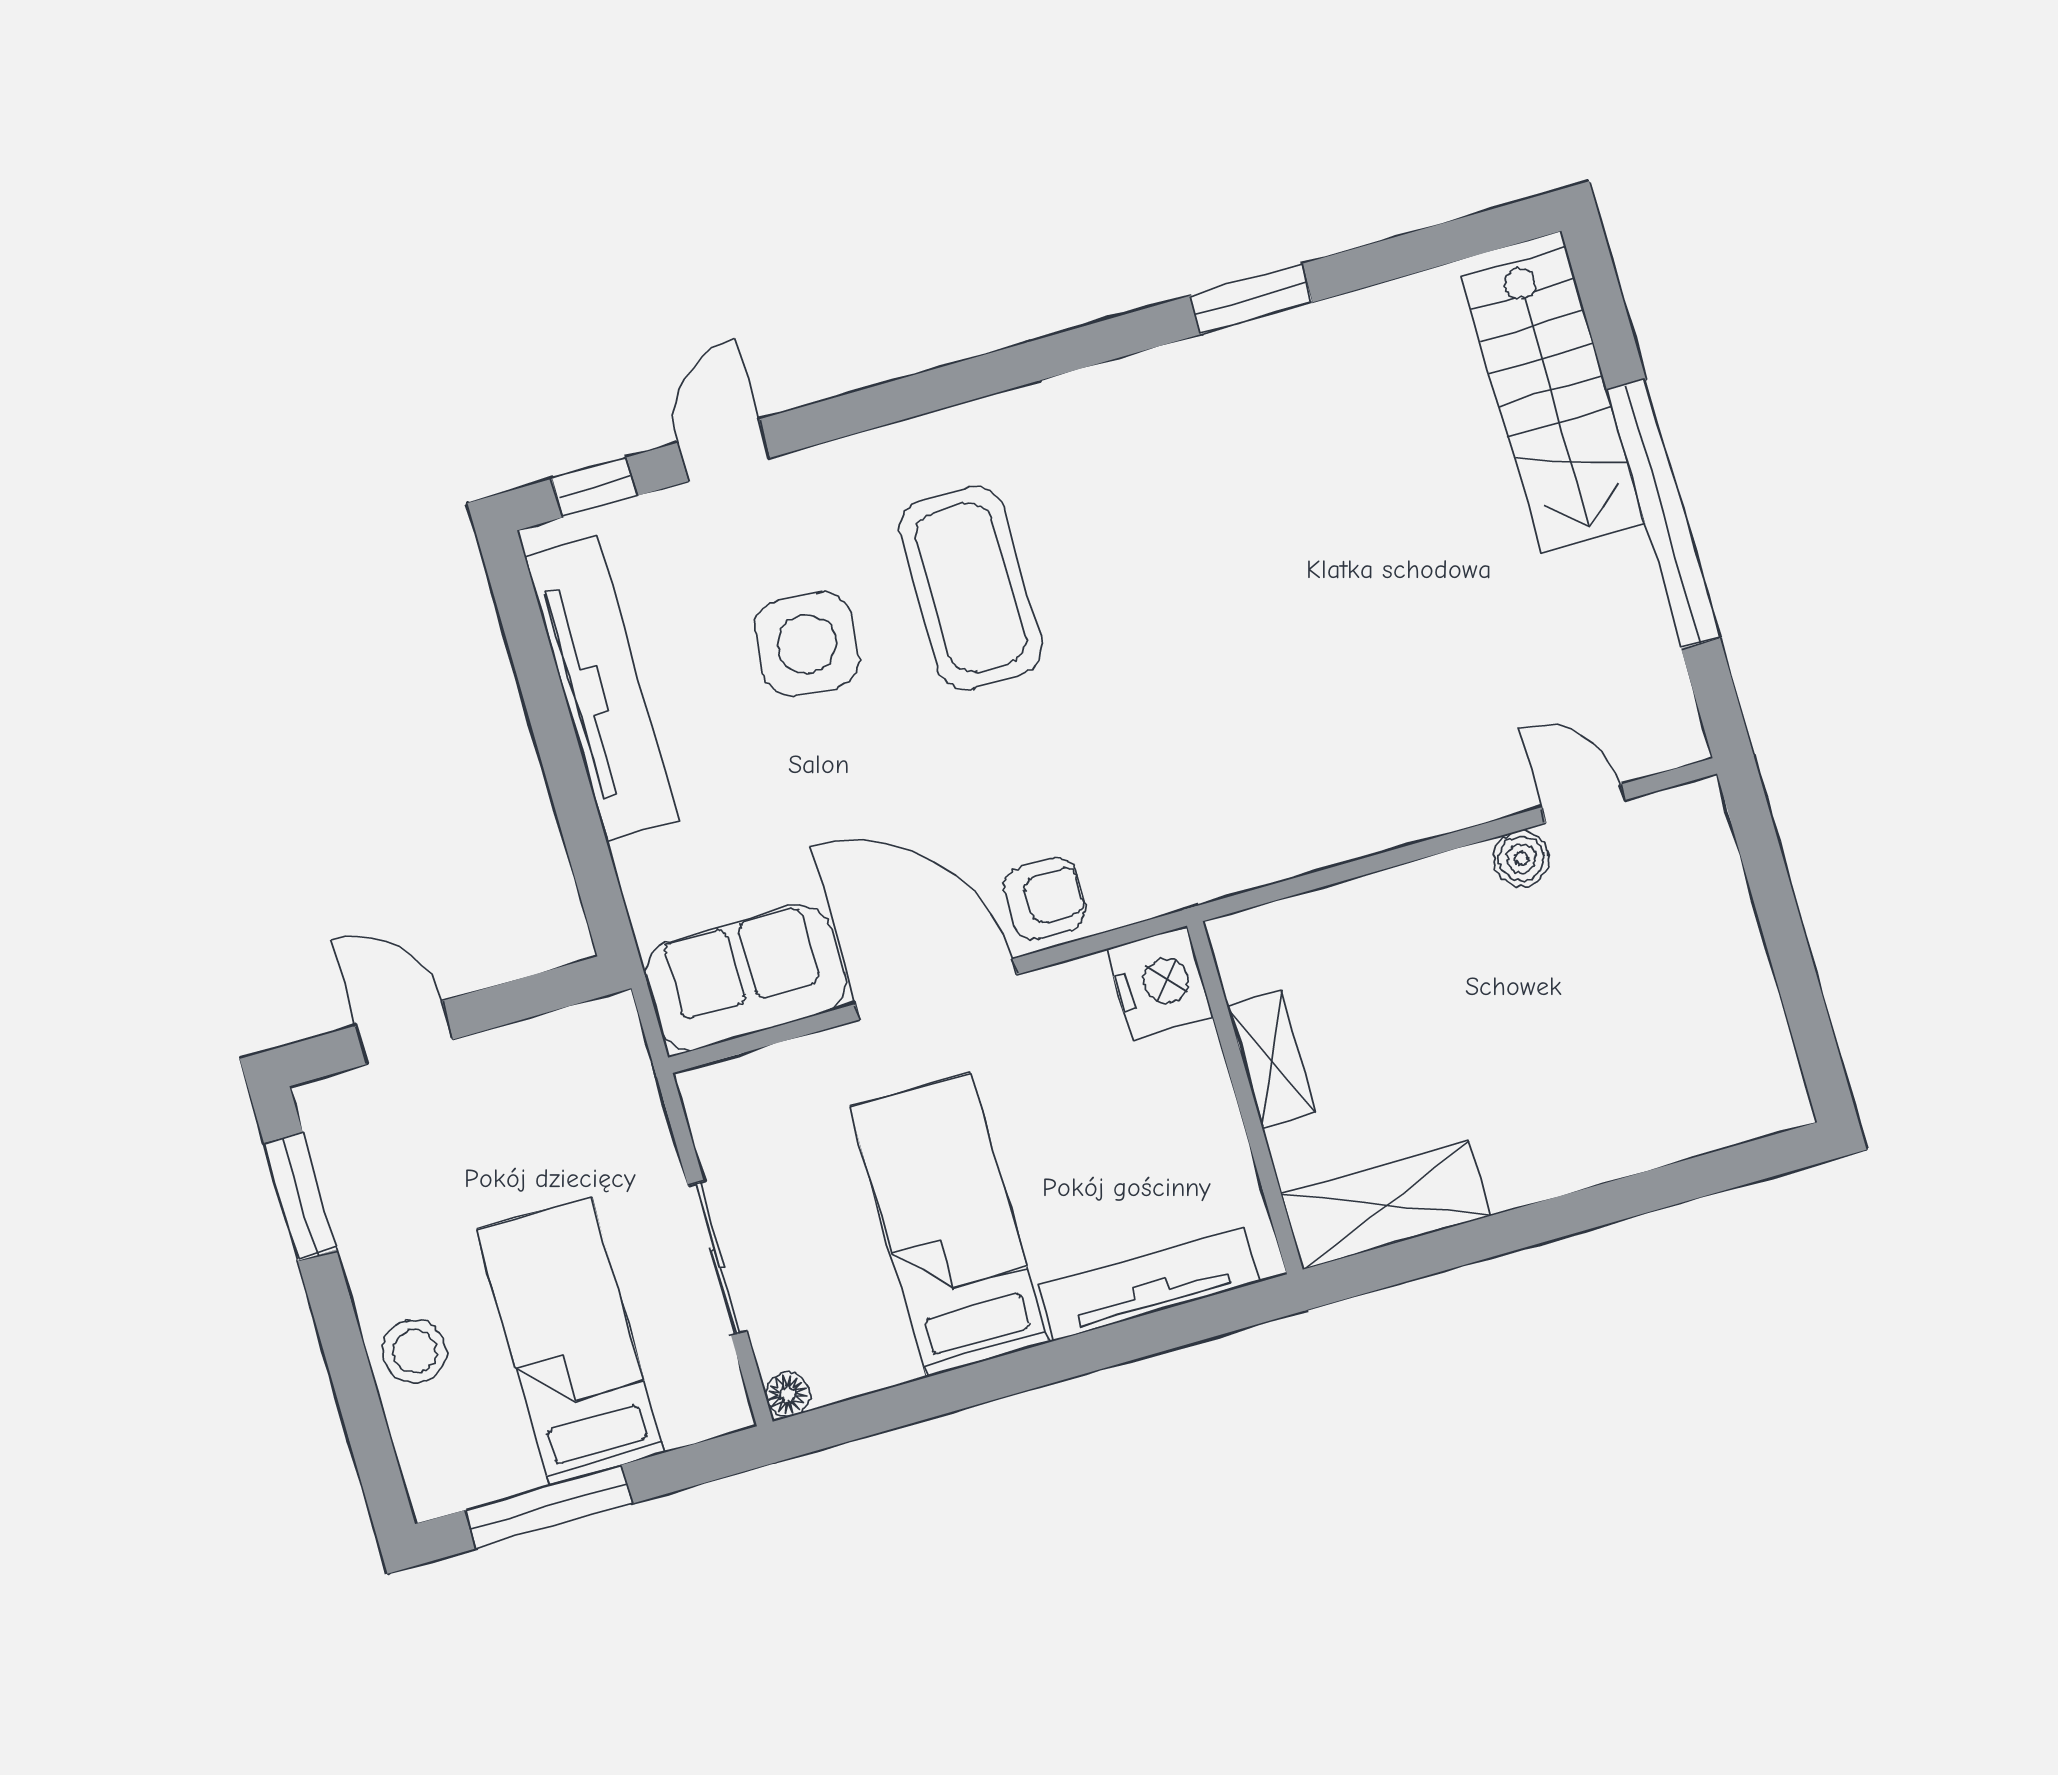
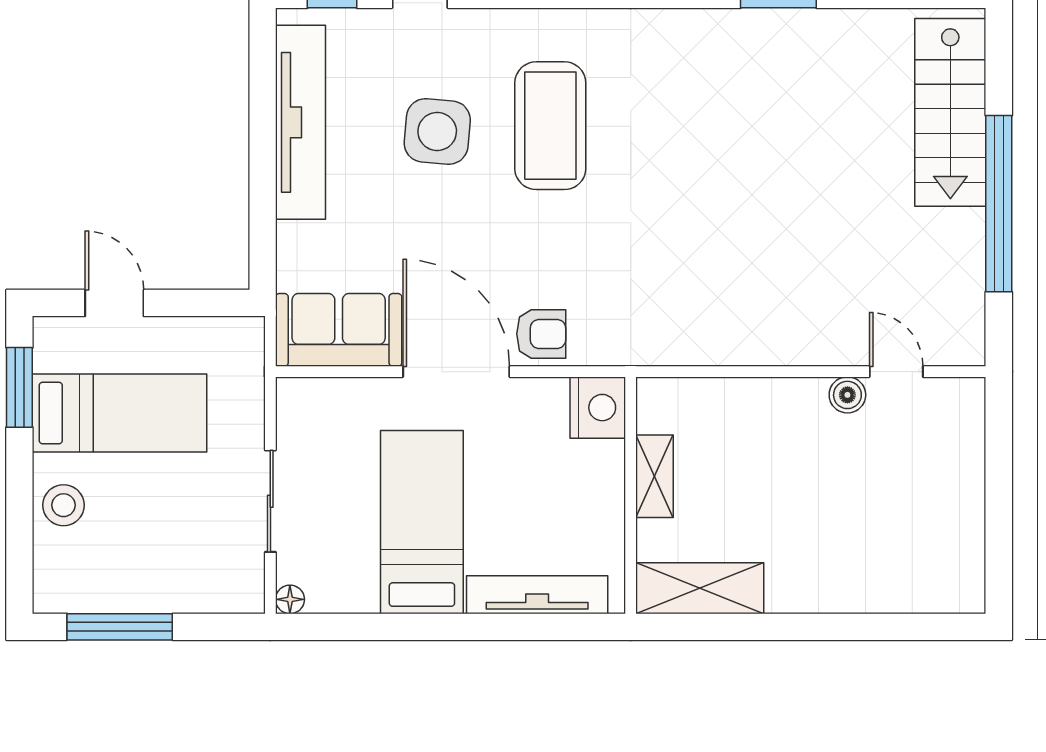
bed: (571, 1341) -> (120, 413), moved, turned 90

